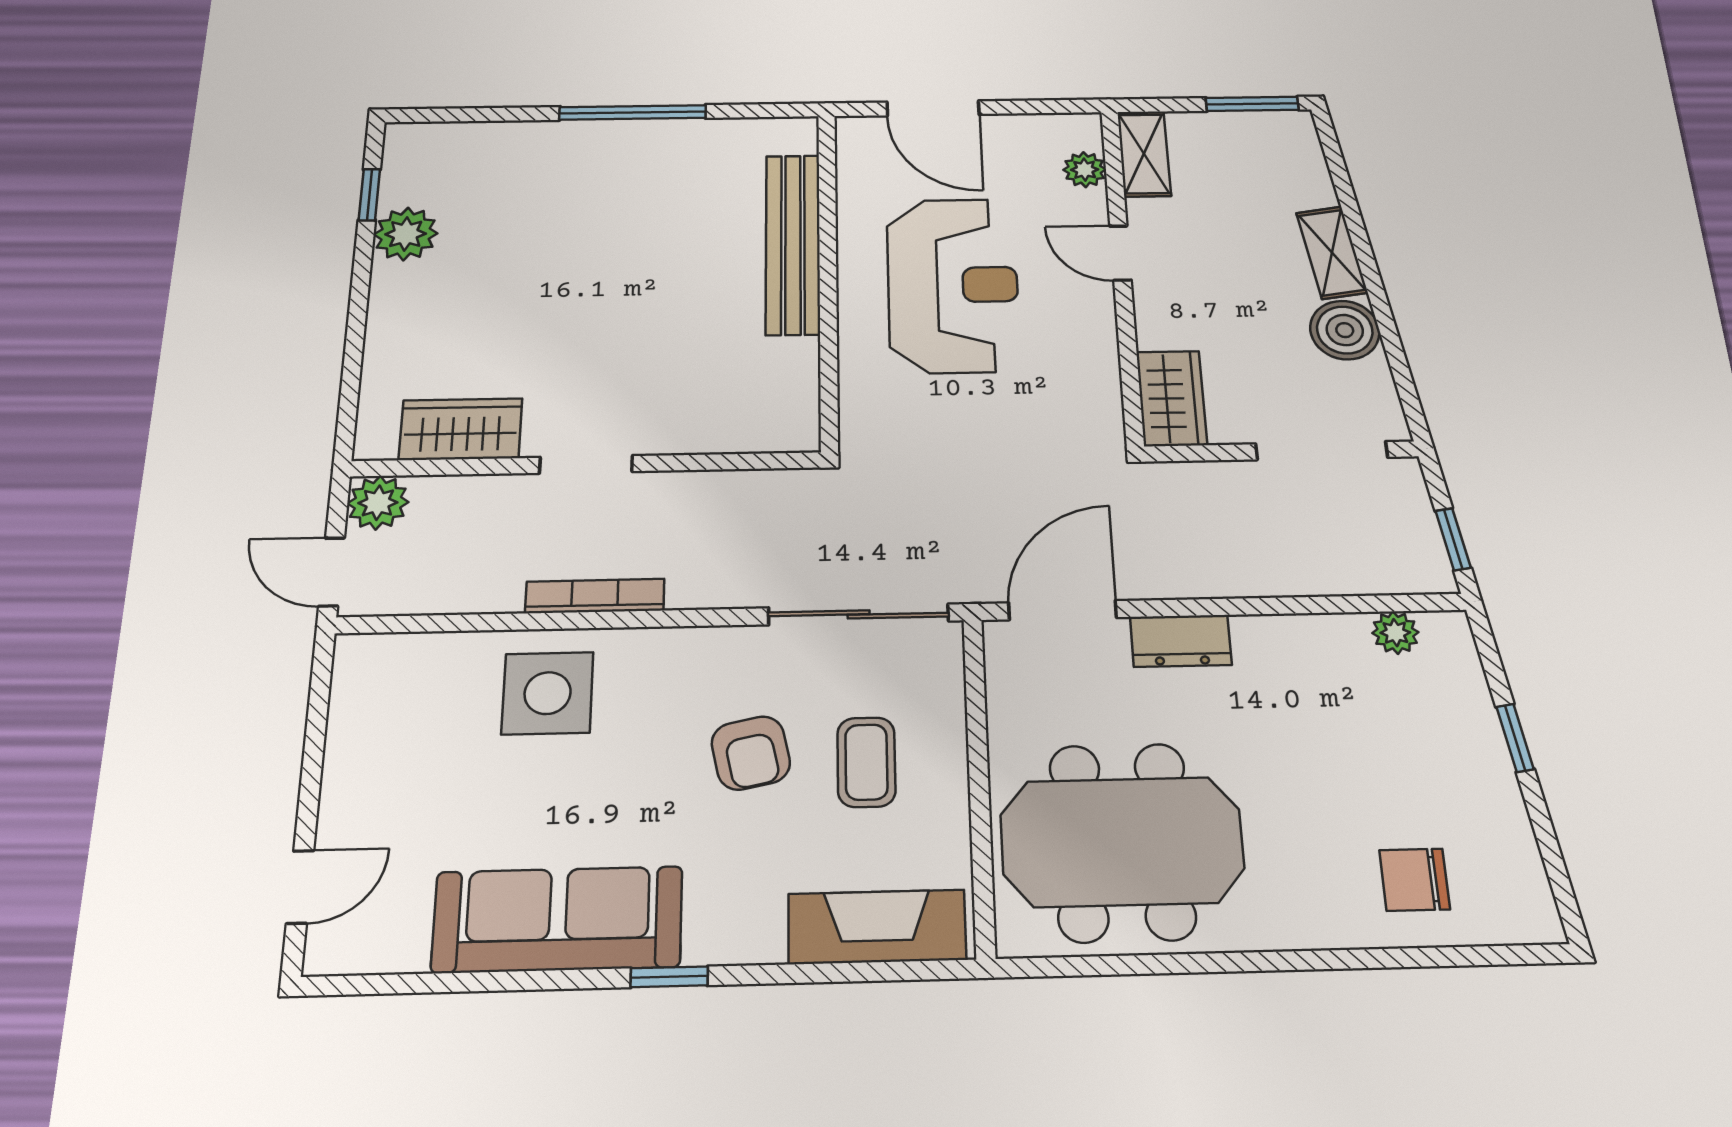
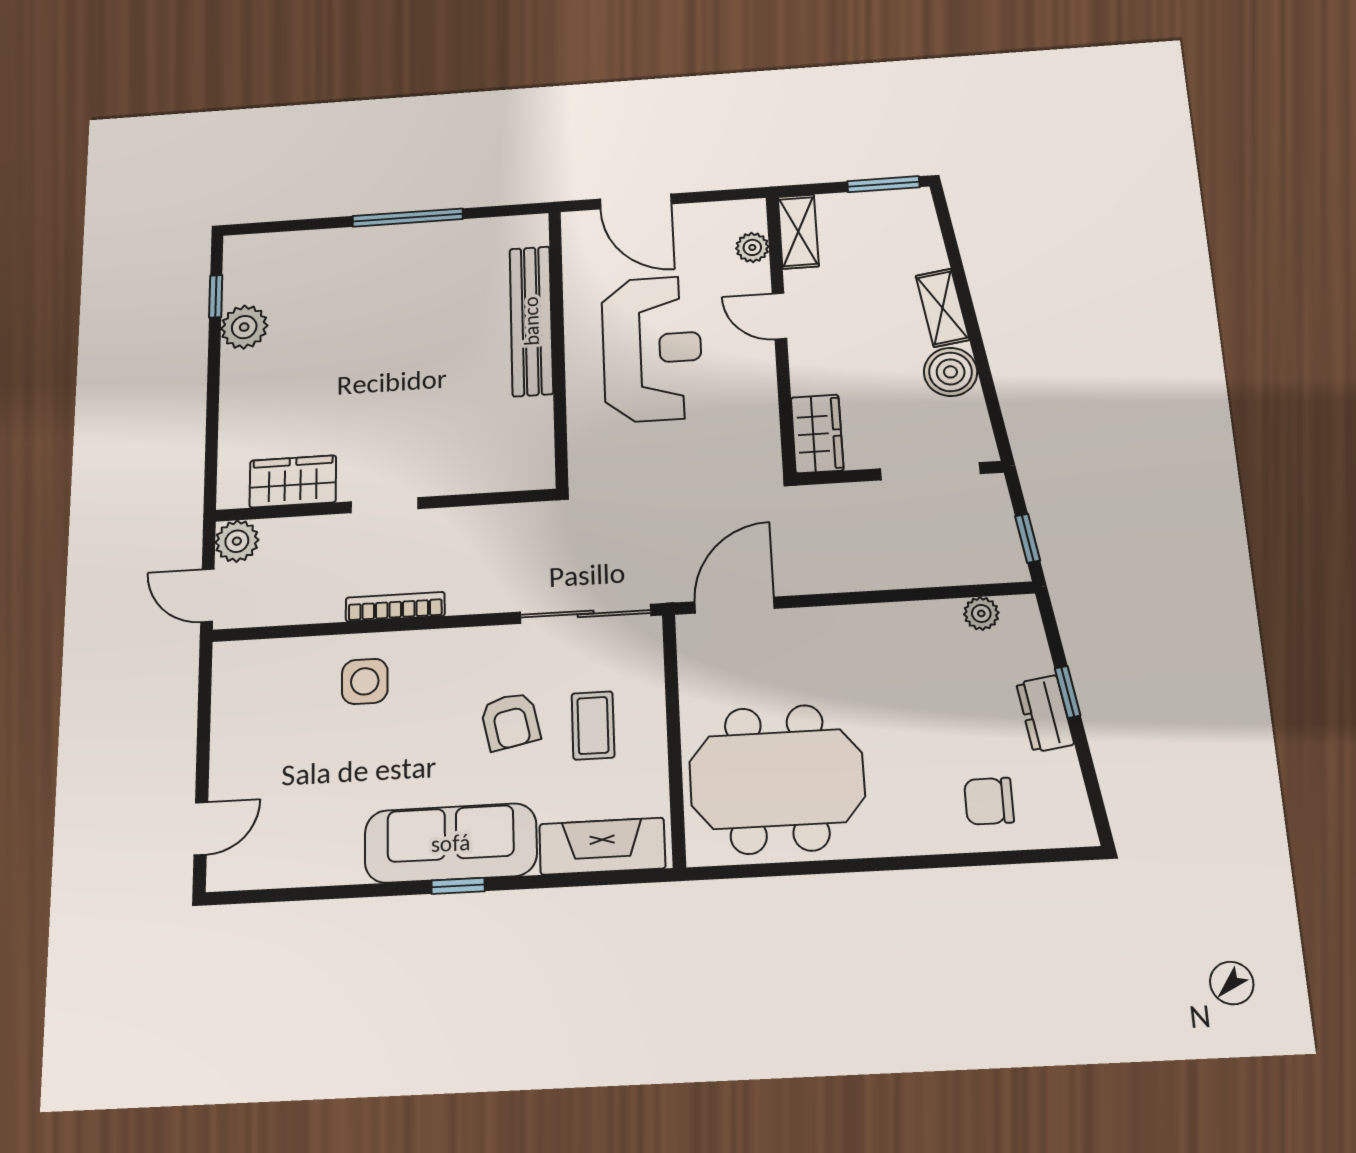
dresser: (1181, 641) -> (1045, 714), moved, turned 82
side table: (548, 693) -> (365, 681), width x0.73, depth x0.73
sofa: (558, 919) -> (451, 843), moved

